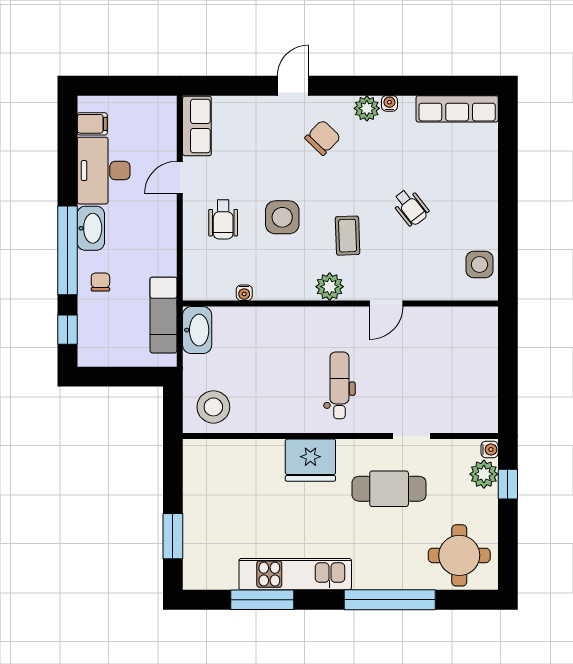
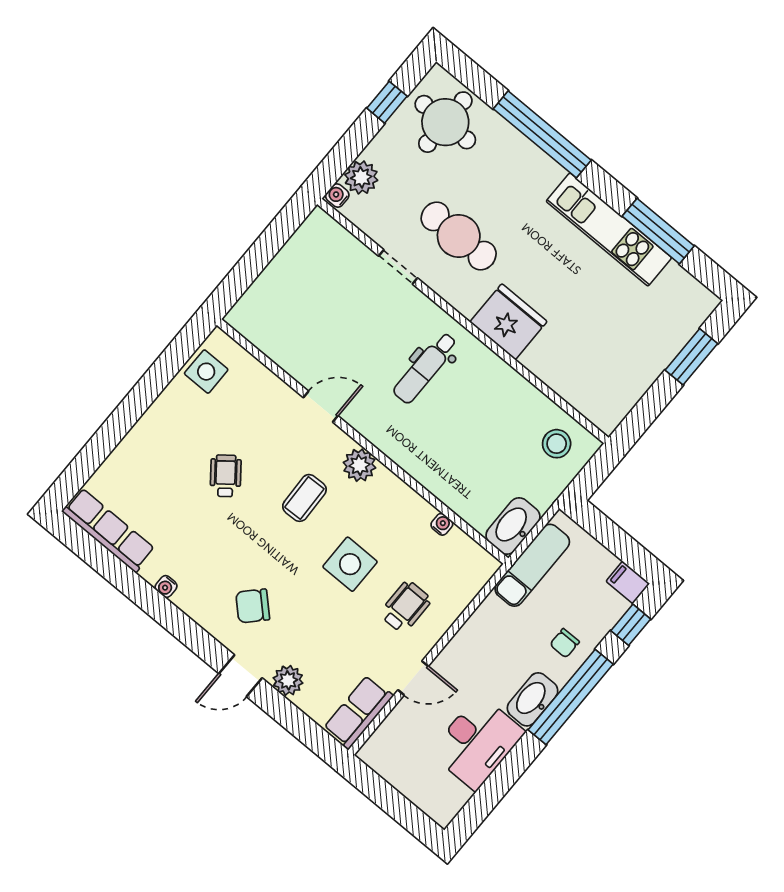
plant: (367, 108) -> (288, 680), moved
filing cabinet: (92, 124) -> (628, 582), moved
stool: (213, 407) -> (557, 444), width x0.73, depth x0.73
window: (508, 484) -> (387, 102), moved

